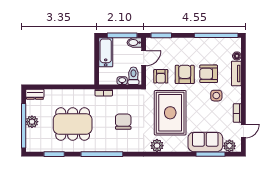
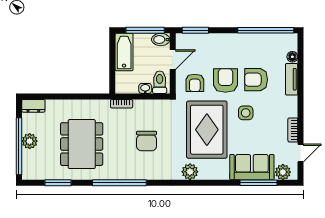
side table: (216, 96) -> (246, 113), moved
chair: (123, 122) -> (147, 141), turned 180
dining table: (73, 124) -> (82, 144), turned 90

